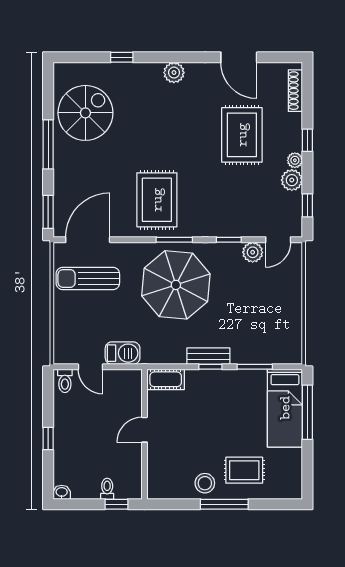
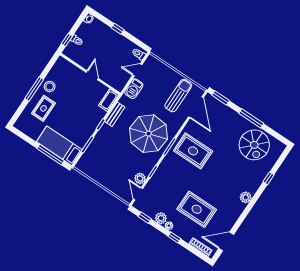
door: (239, 57) -> (226, 241), moved
bench: (208, 356) -> (115, 114), moved

